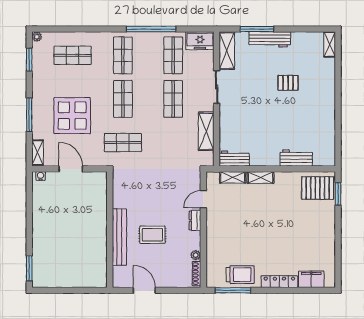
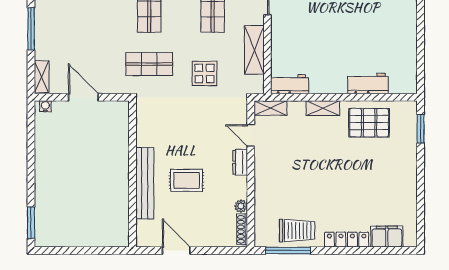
display table: (72, 116) -> (205, 73), moved, width x0.54, depth x0.54
shelving: (233, 177) -> (270, 108), moved
pallet: (318, 188) -> (369, 123), moved
door: (203, 199) -> (251, 135), hinge flipped

